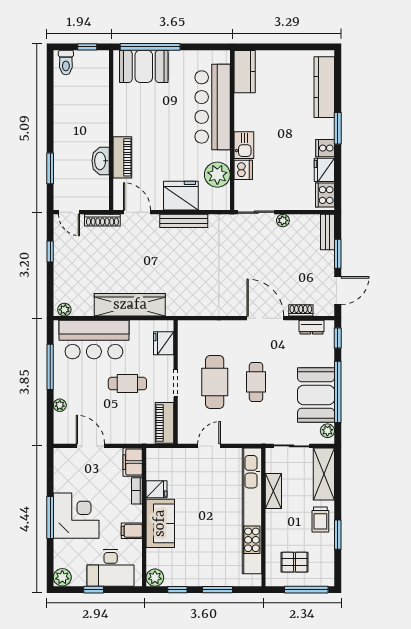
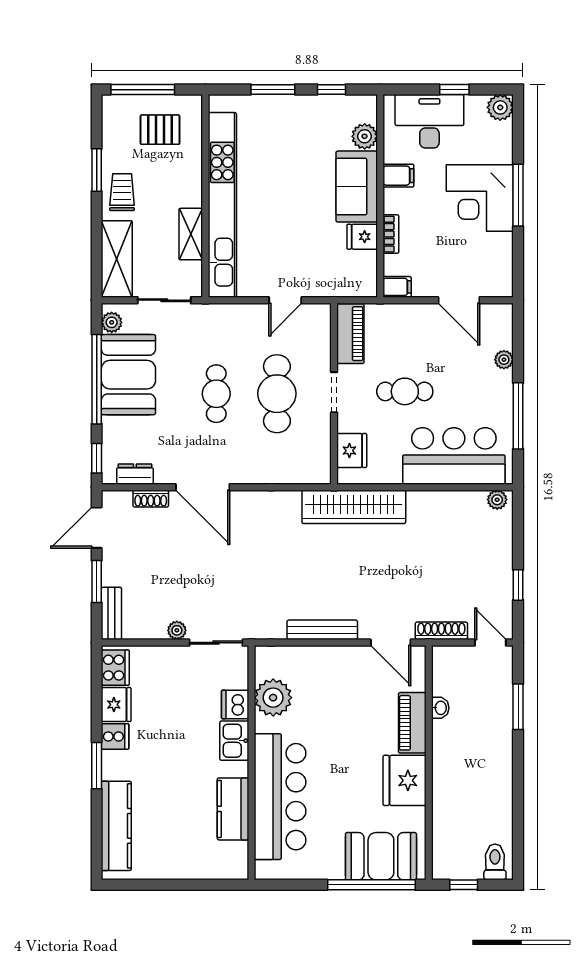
kitchen counter: (245, 72) -> (233, 809), moved
washbasin: (101, 161) -> (440, 708), width x0.52, depth x0.69
fridge: (181, 196) -> (404, 780), moved, turned 90
wardrobe: (130, 305) -> (354, 507), moved
filing cabinet: (133, 462) -> (397, 287), width x0.50
plant: (155, 578) -> (365, 136), moved

